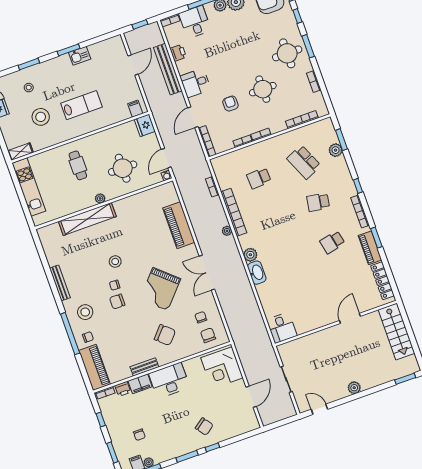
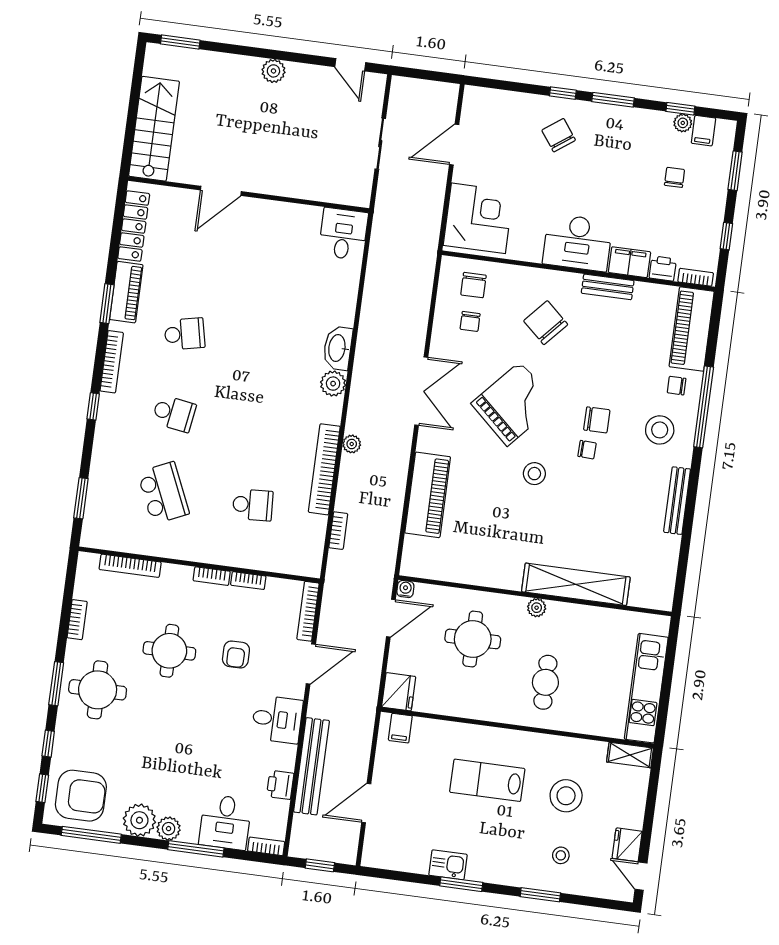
plant: (336, 150) -> (100, 486), removed
stool: (115, 261) -> (534, 474), moved

